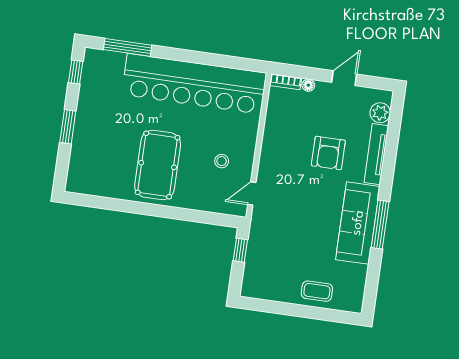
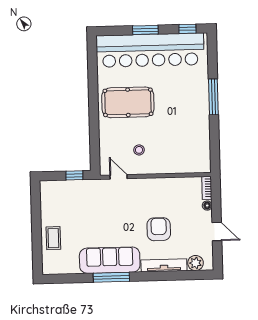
window: (128, 47) -> (213, 97), moved
bar counter: (194, 84) -> (150, 50), moved, turned -90
armchair: (328, 153) -> (159, 229), turned 90

